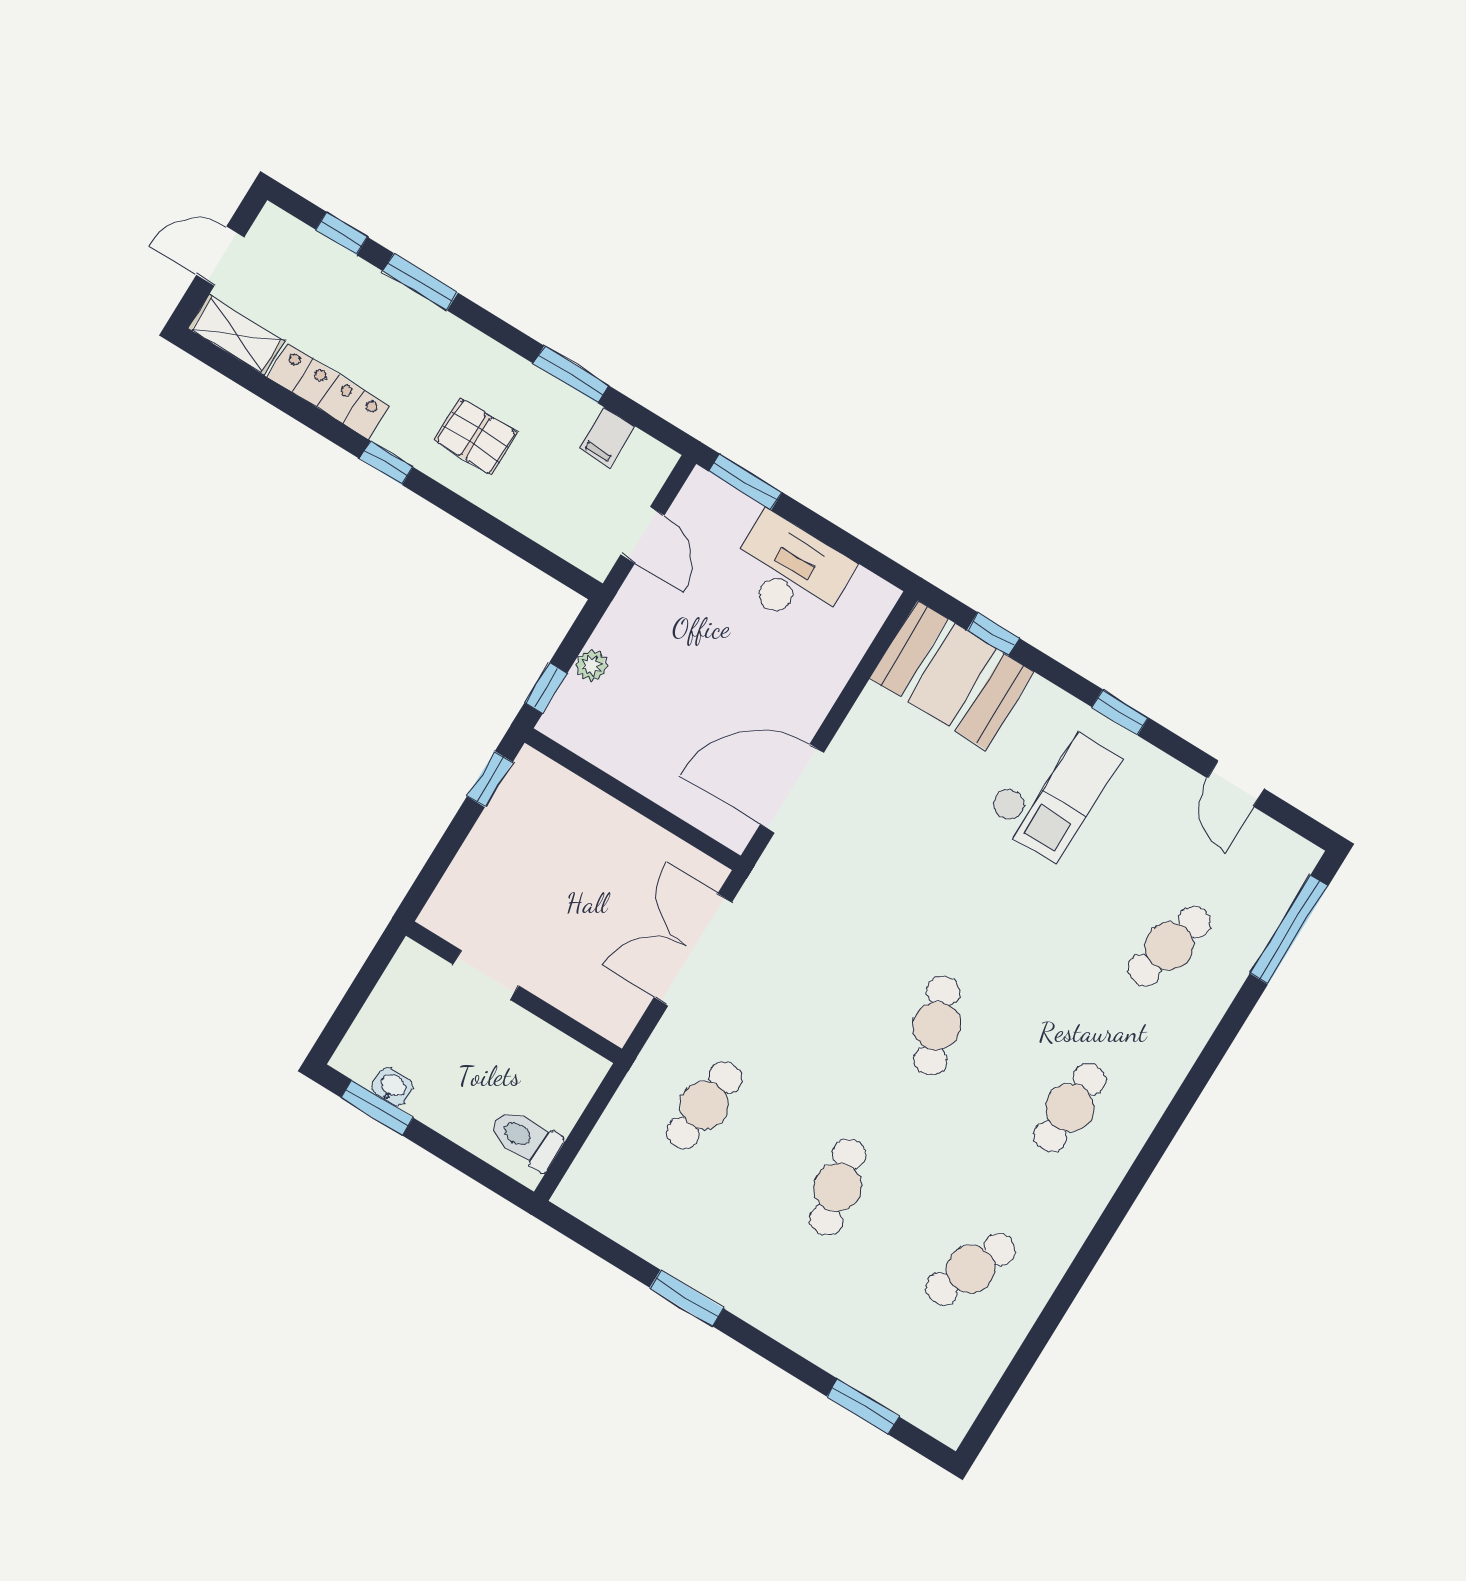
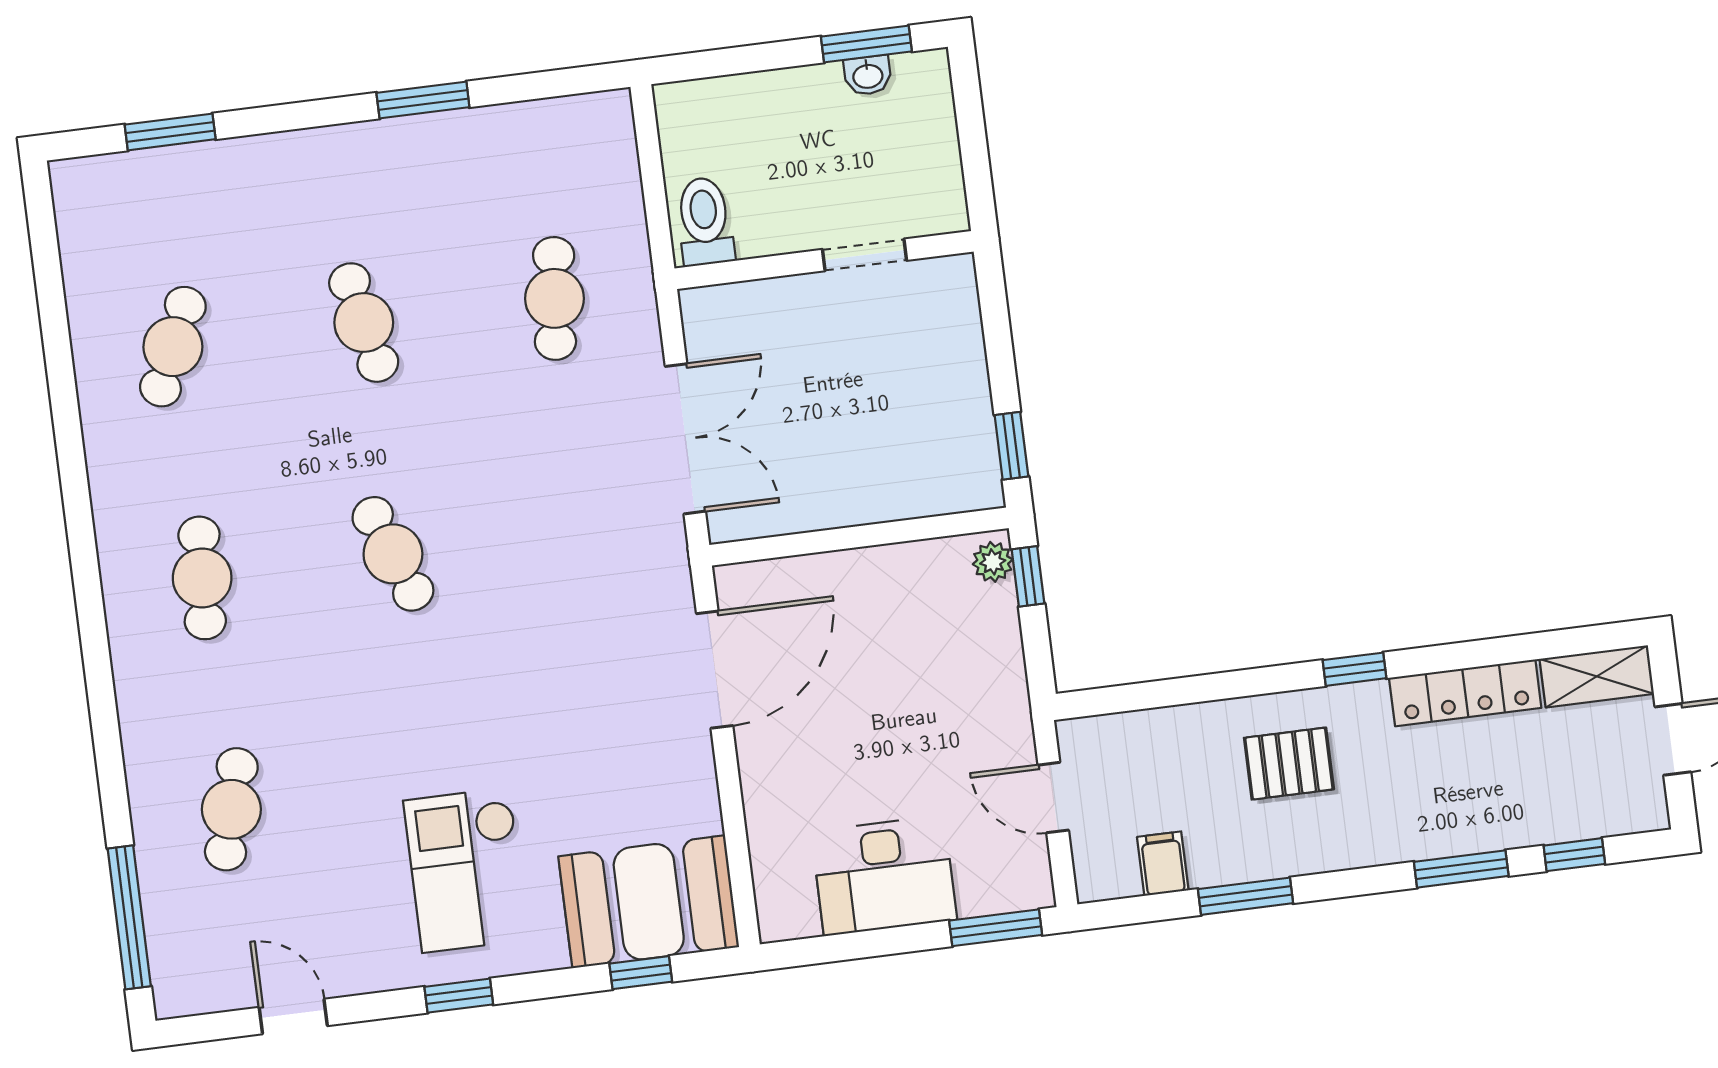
plant: (591, 666) -> (993, 562), moved
toilet: (526, 1139) -> (705, 221), moved, turned -90

